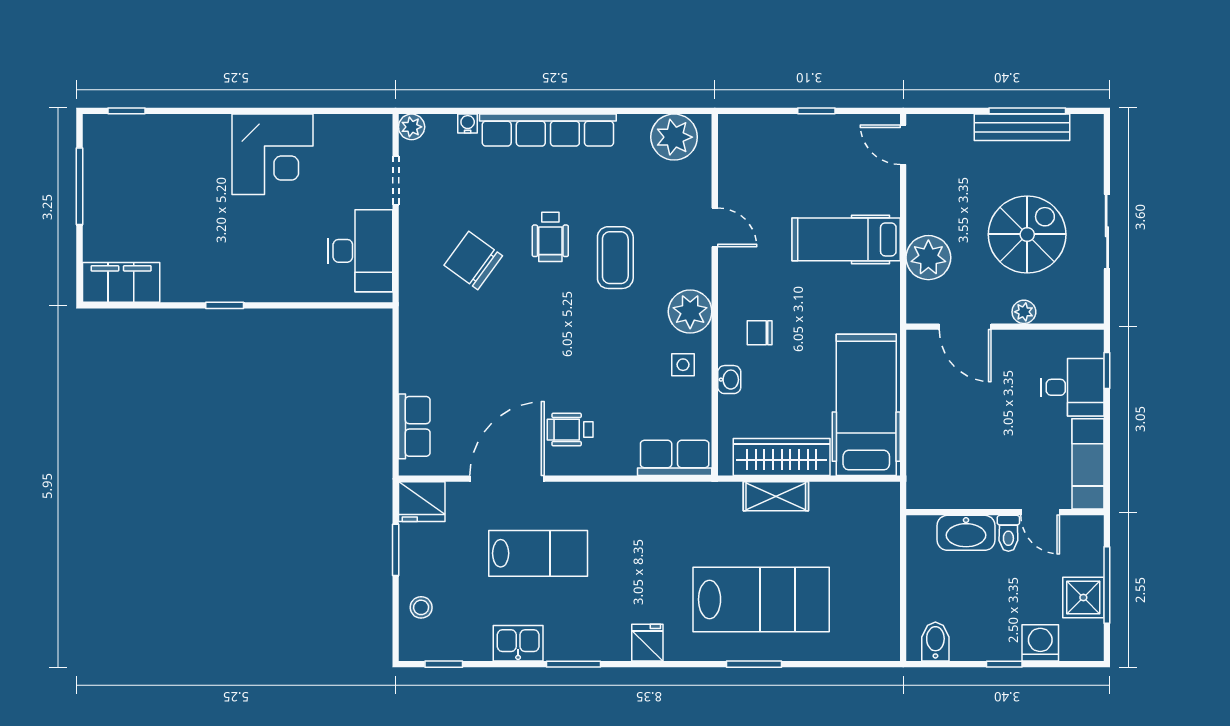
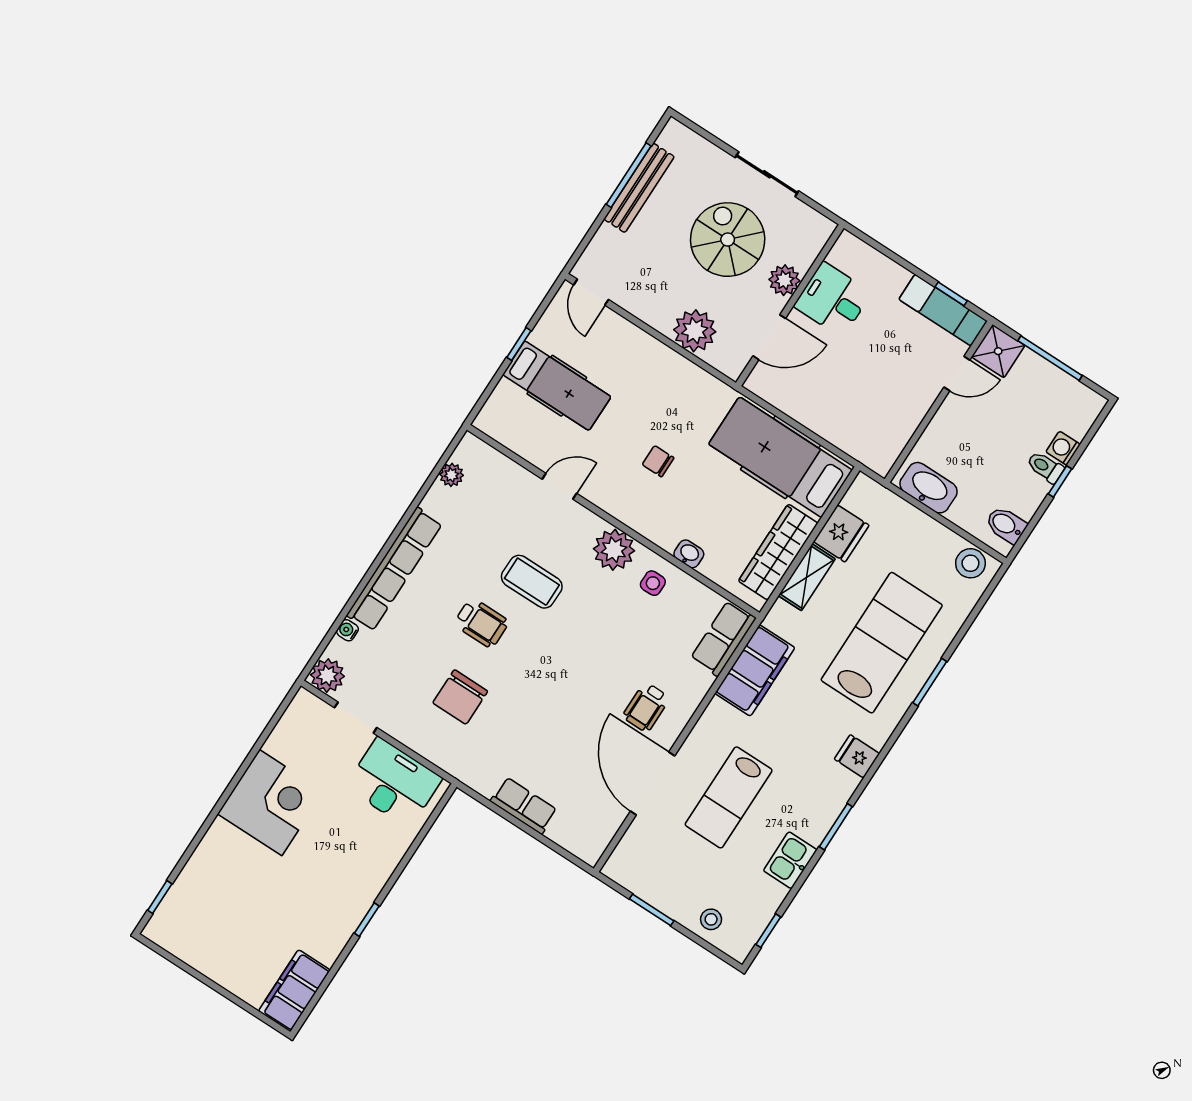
plant: (412, 127) -> (327, 676), width x1.38, depth x1.38
plant: (674, 137) -> (451, 475), width x0.53, depth x0.53
door: (903, 145) -> (591, 292), hinge flipped
window: (79, 186) -> (196, 974), removed
hospital bed: (846, 239) -> (557, 386), moved, turned -90
chair: (473, 261) -> (460, 697), turned -36
plant: (1024, 312) -> (784, 280), width x1.38, depth x1.38
chair: (760, 333) -> (658, 461), moved, turned 90
window: (1107, 370) -> (951, 294), moved
desk: (1073, 387) -> (833, 300), moved, turned -90
row of seats: (414, 426) -> (524, 806), moved
fridge: (422, 502) -> (841, 533), moved
filing cabinet: (664, 504) -> (755, 670), added
washbasin: (966, 533) -> (929, 488), moved, turned -90
toilet: (1008, 533) -> (1045, 467), moved, turned 180
lab bench: (538, 553) -> (729, 797), turned 180
shower: (1083, 597) -> (998, 351), moved
stool: (881, 632) -> (970, 563), added
washing machine: (1040, 643) -> (1063, 448), width x0.73, depth x0.73

